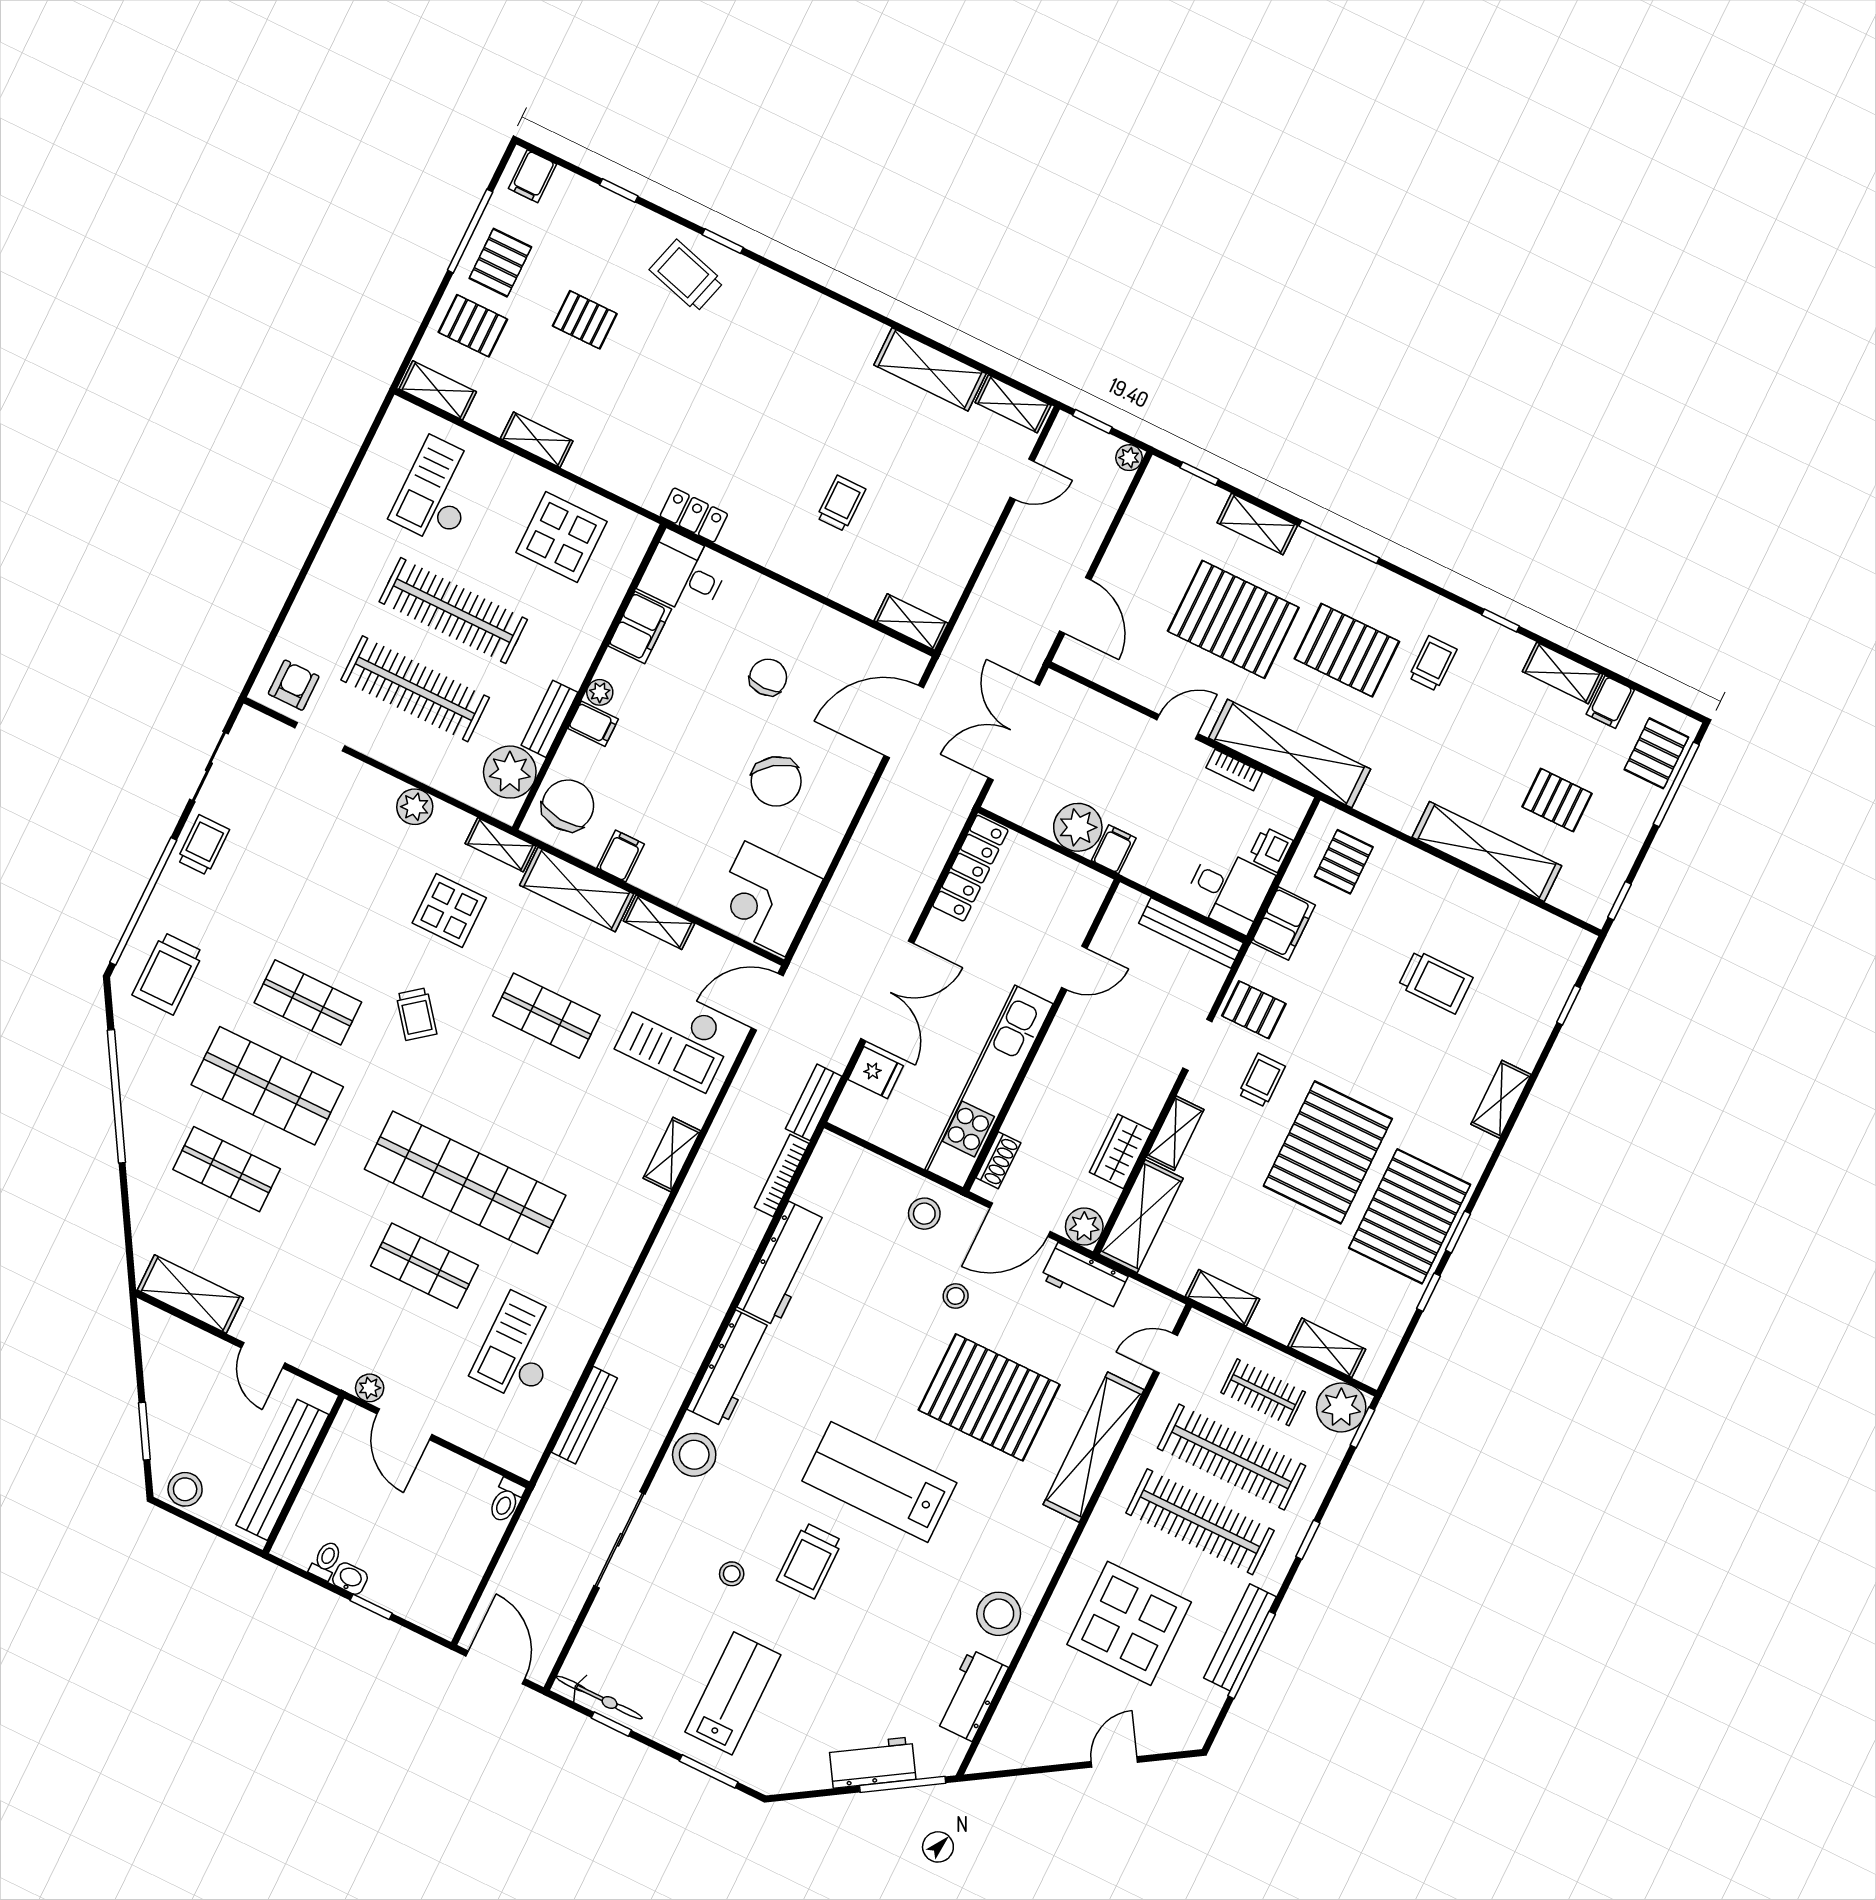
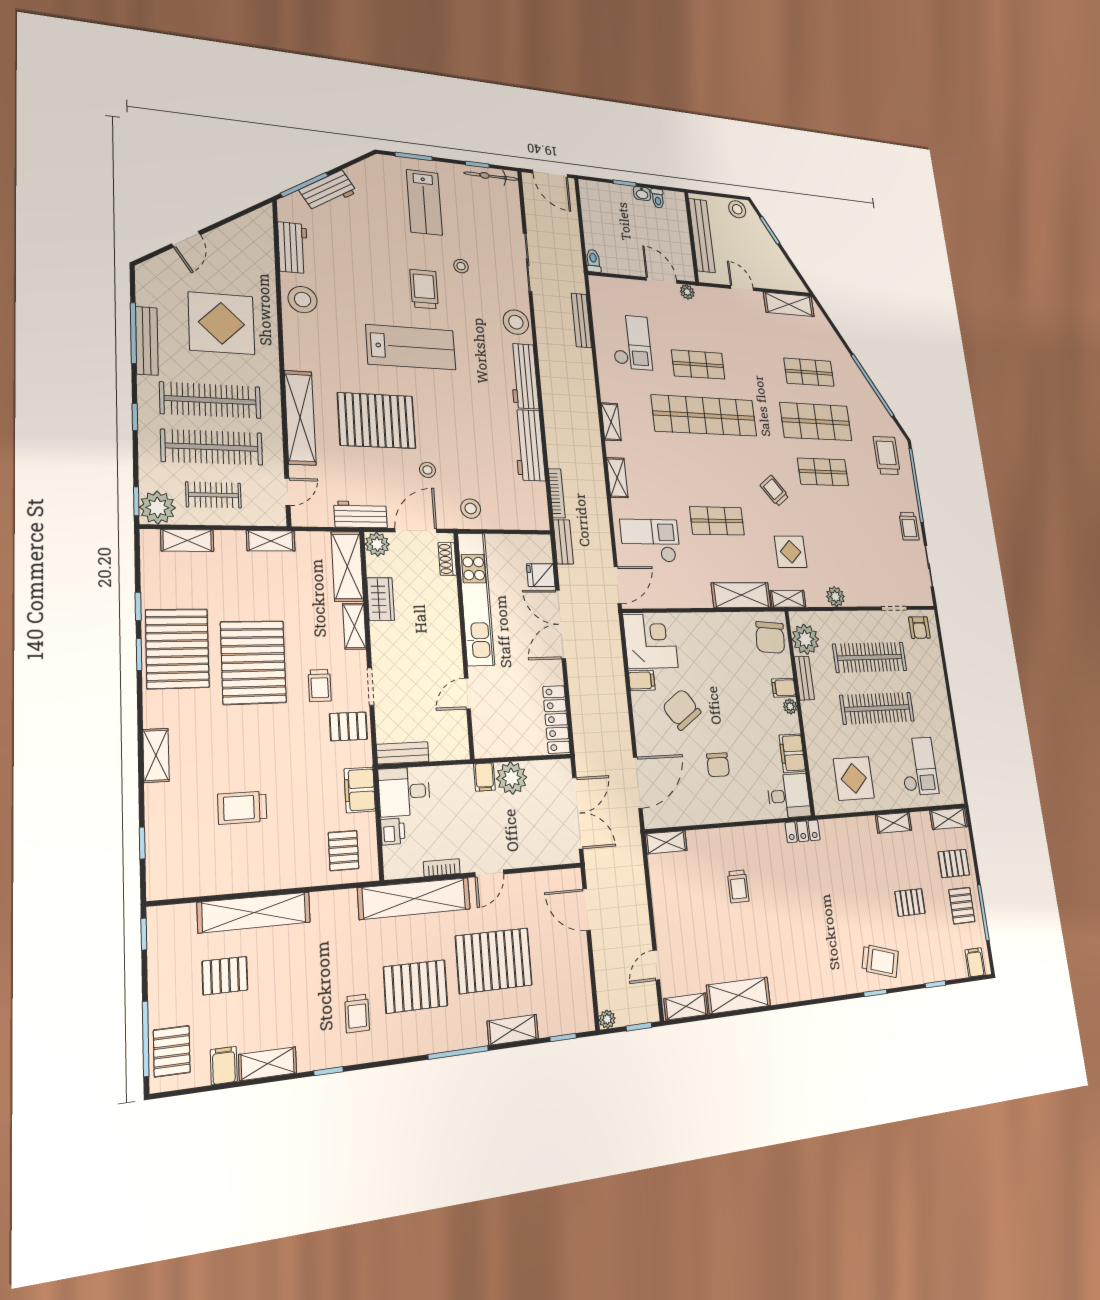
filing cabinet: (621, 856) -> (642, 680), moved, turned -90
shelving: (659, 922) -> (611, 422), moved, turned 90
bench: (1191, 933) -> (403, 753), width x0.73

